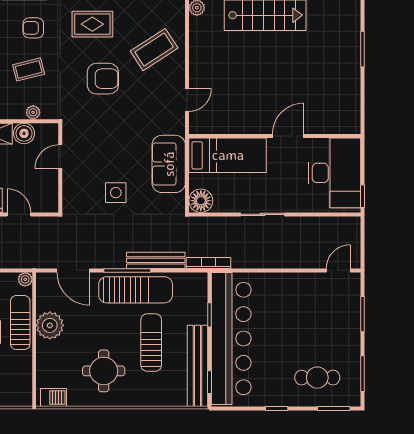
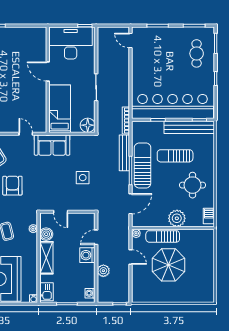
sofa: (169, 164) -> (52, 145), moved
plant: (50, 325) -> (177, 218), moved

